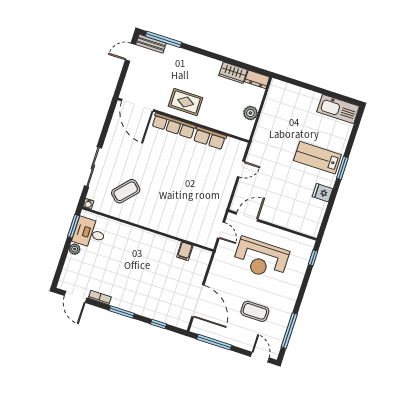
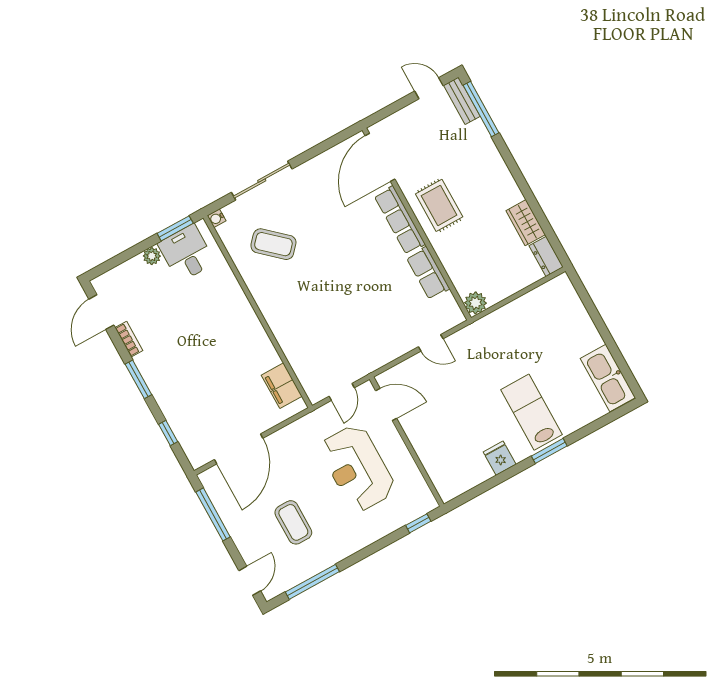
plant: (250, 113) -> (475, 303), moved
filing cabinet: (185, 251) -> (282, 386), width x2.00

